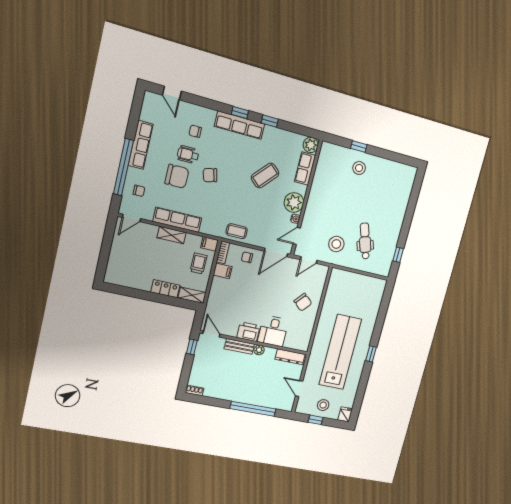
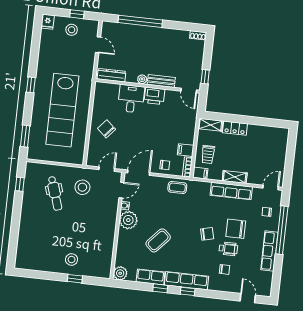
row of seats: (305, 169) -> (151, 277), moved, turned -90
window: (385, 303) -> (25, 136), added
lab bench: (340, 352) -> (62, 110), moved

